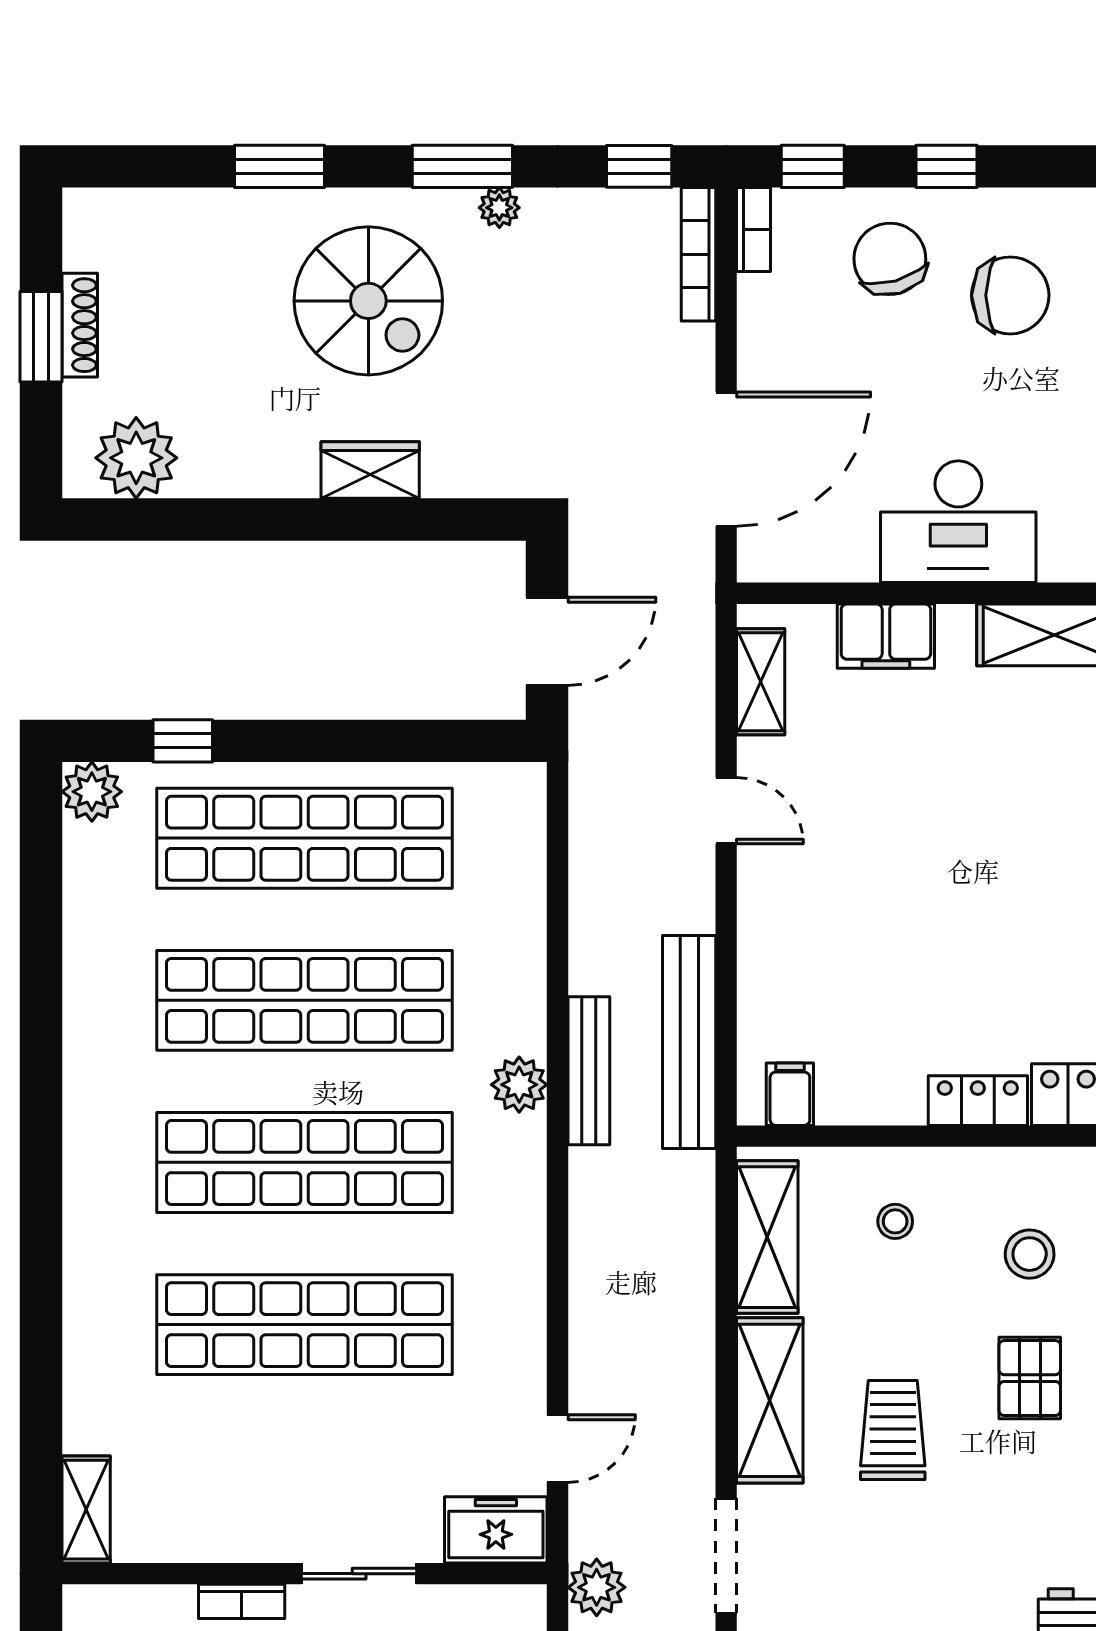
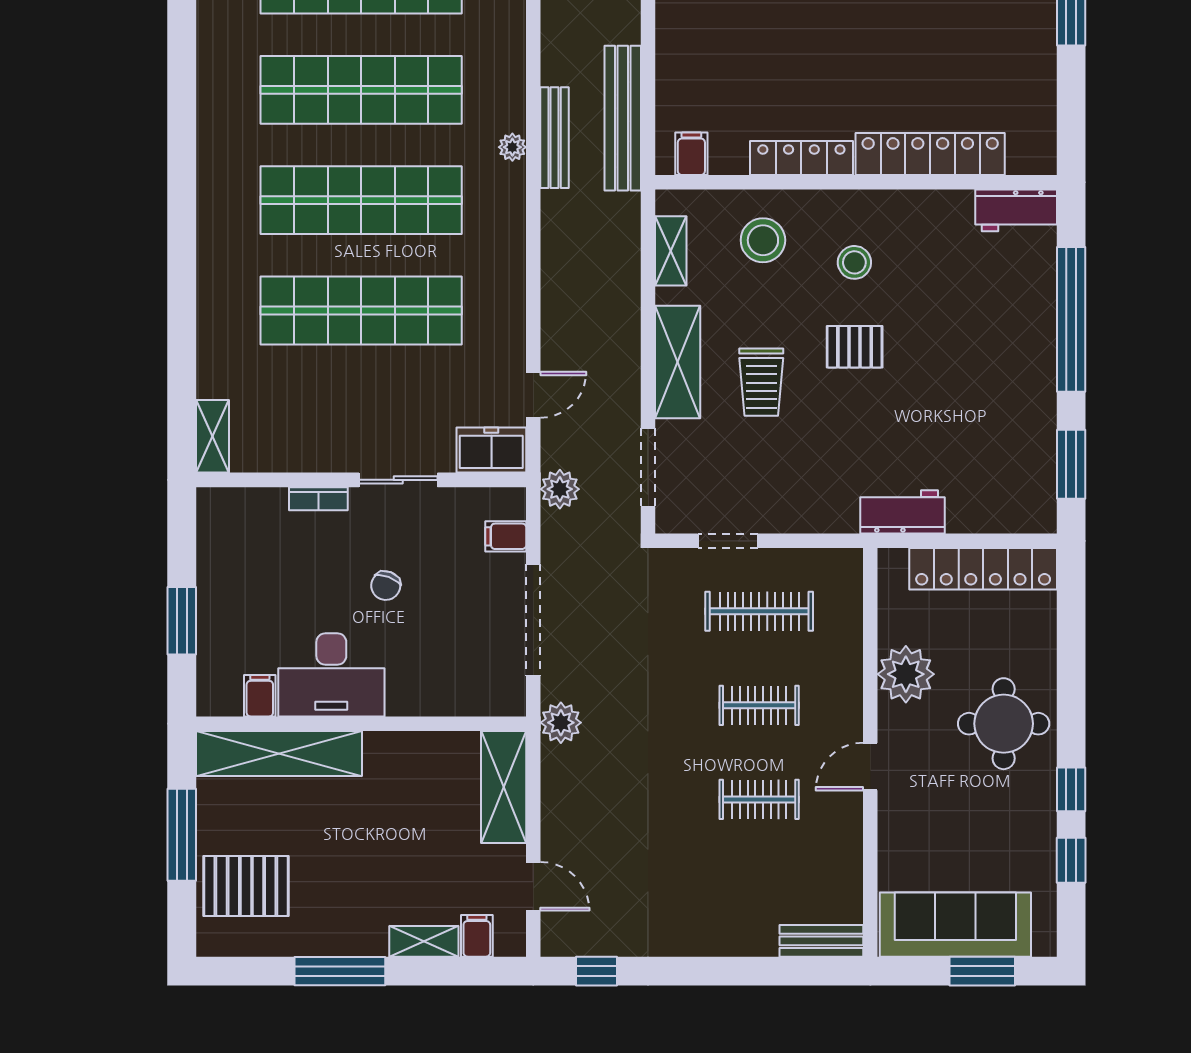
plant: (519, 1085) -> (512, 147), width x0.73, depth x0.73
locker: (978, 1101) -> (801, 158), width x1.53
stool: (895, 1221) -> (763, 240), width x1.89, depth x1.89
shelving: (767, 1237) -> (671, 251), width x0.67, depth x0.75
pallet: (1030, 1378) -> (855, 347), turned 90
trolley: (893, 1430) -> (761, 382), turned 180

